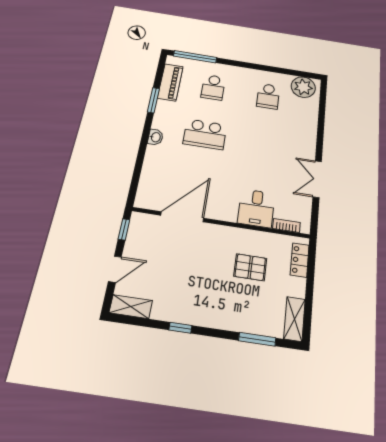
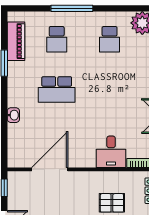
window: (195, 57) -> (72, 8), moved
washbasin: (155, 137) -> (13, 115), moved

